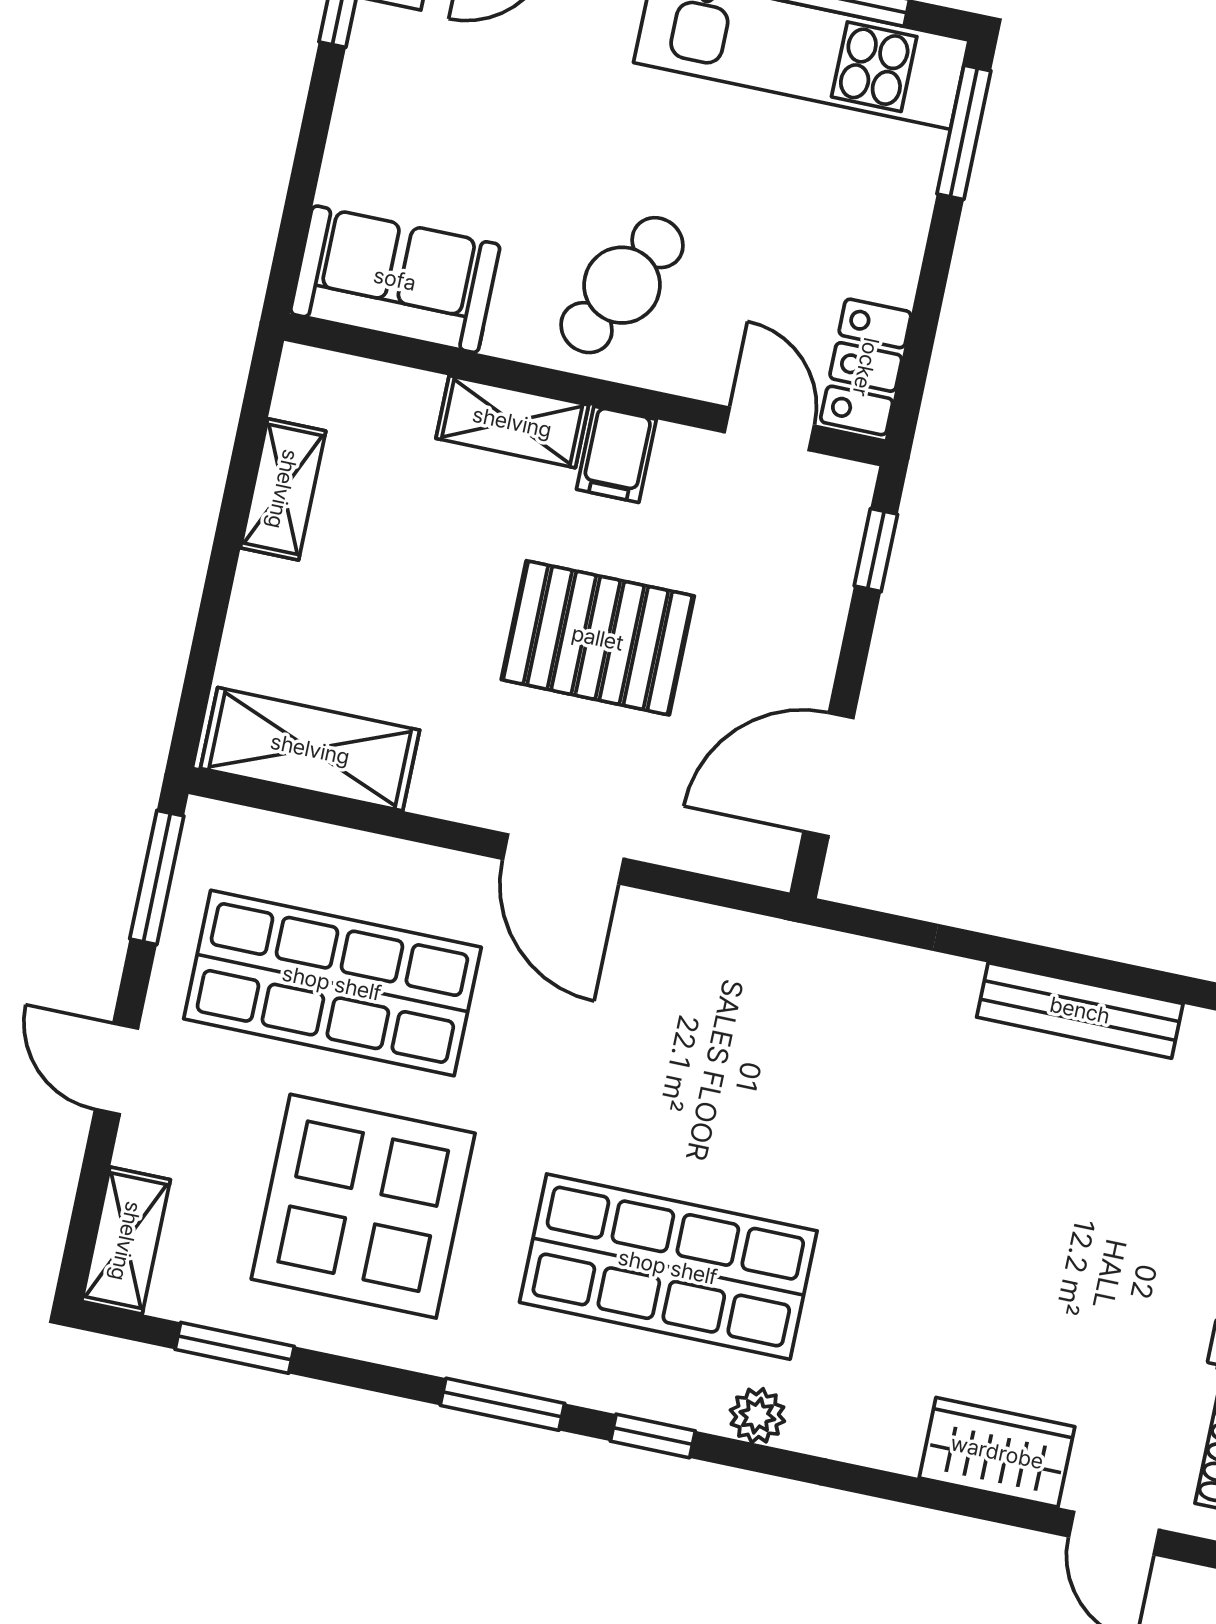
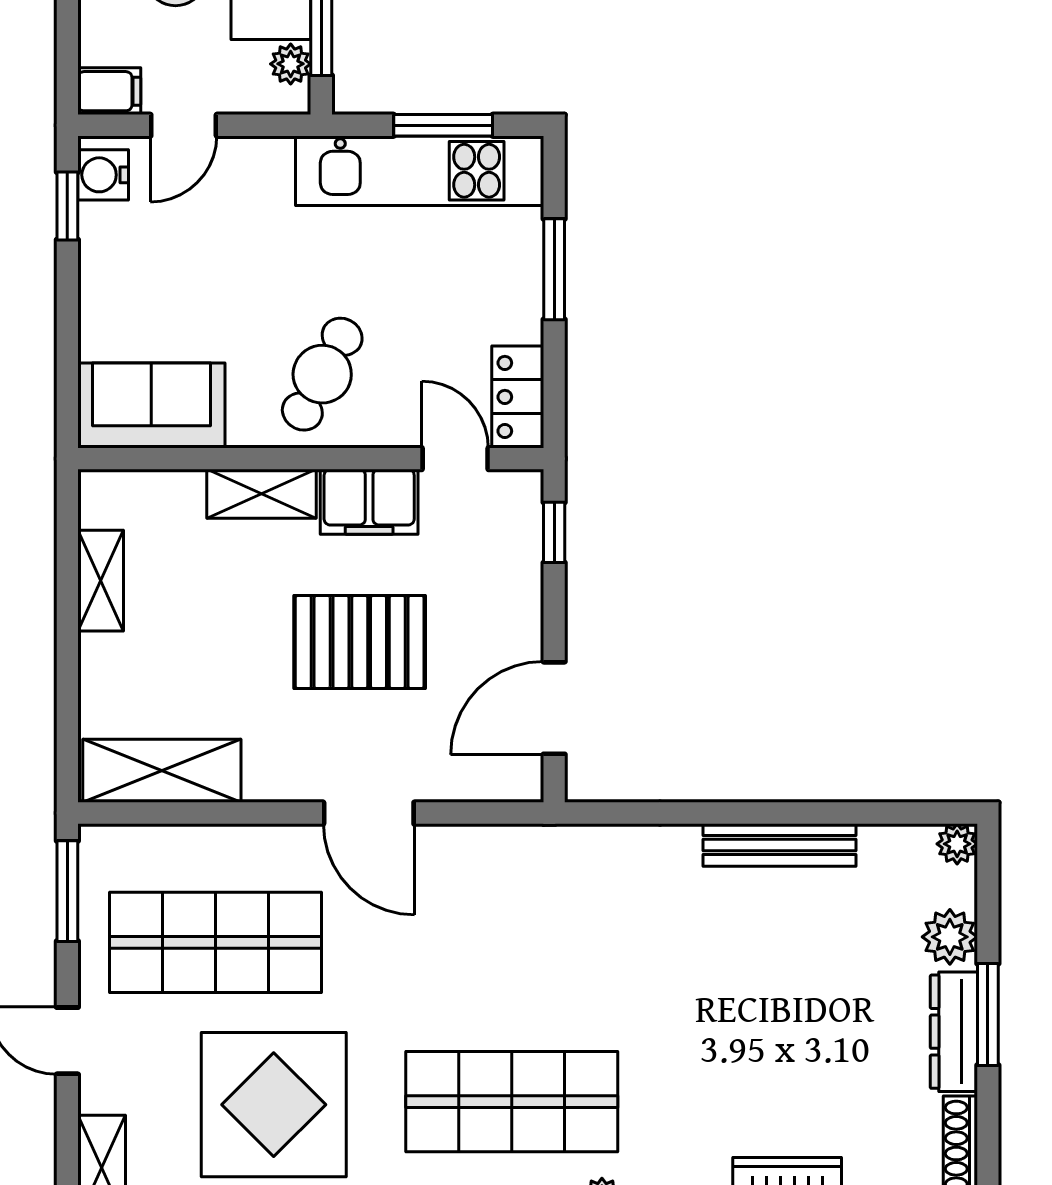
window: (964, 132) -> (554, 269), moved
filing cabinet: (616, 454) -> (369, 502), width x2.00

